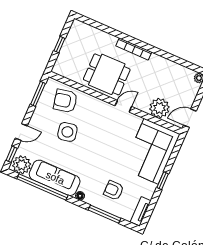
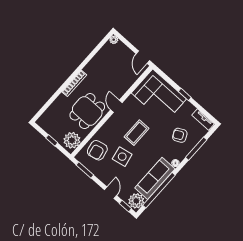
plant: (159, 108) -> (72, 140), moved
coffee table: (100, 139) -> (137, 133), added
armchair: (114, 190) -> (180, 135), turned 64

